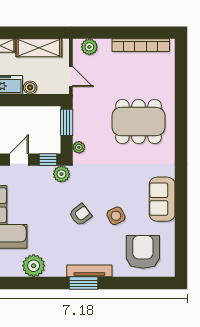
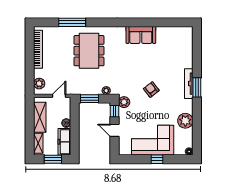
window: (181, 96) -> (72, 22), added
side table: (116, 216) -> (152, 66), removed
armchair: (143, 252) -> (176, 48), removed

